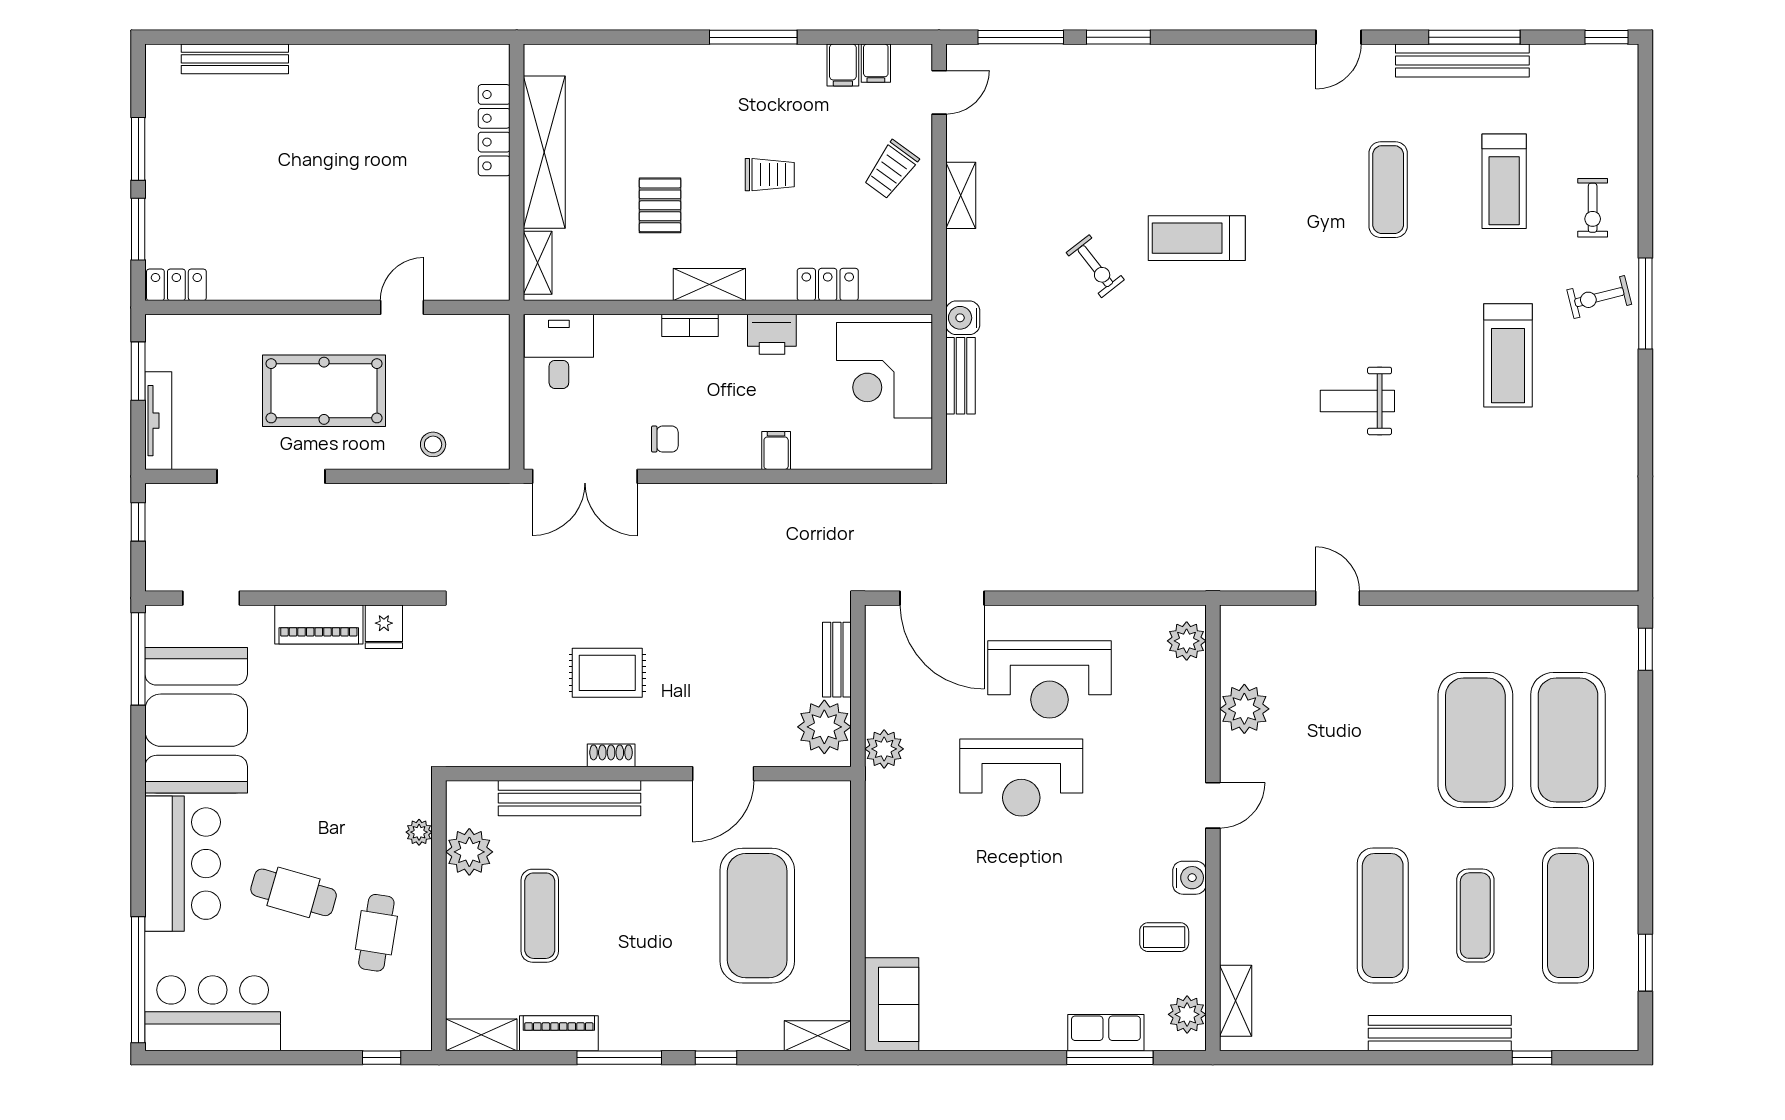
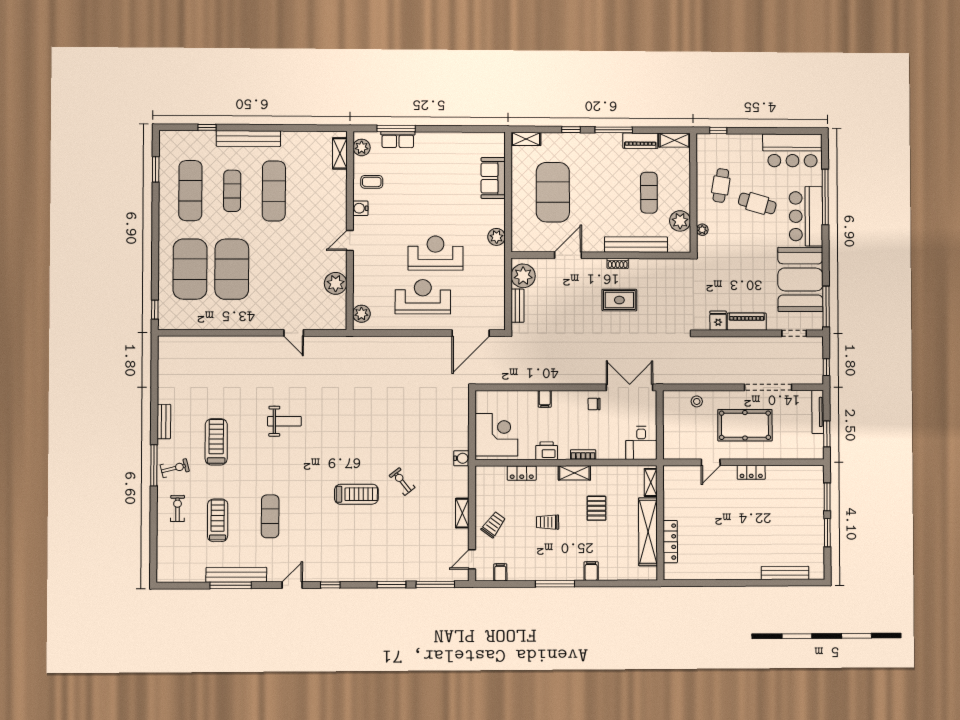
window: (1607, 37) -> (330, 585), moved
filing cabinet: (843, 65) -> (591, 571), moved
locker: (176, 285) -> (751, 472), moved
bench: (960, 376) -> (164, 422), moved
door: (942, 598) -> (471, 333), swing flipped
plant: (884, 749) -> (497, 237), moved
window: (138, 980) -> (825, 197), moved
sofa: (892, 1004) -> (493, 178), moved

